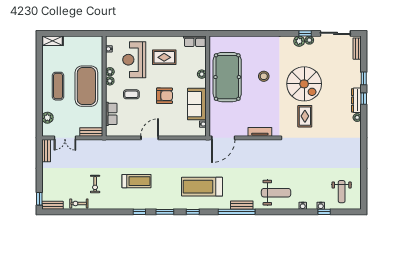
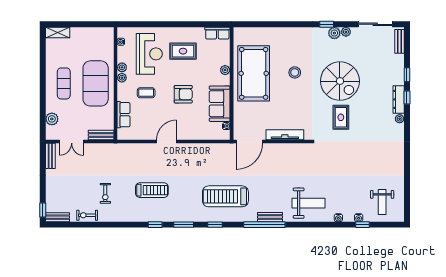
window: (305, 33) -> (327, 24), moved
reception desk: (134, 60) -> (149, 54), turned 180
tv unit: (260, 132) -> (285, 135), width x1.41

